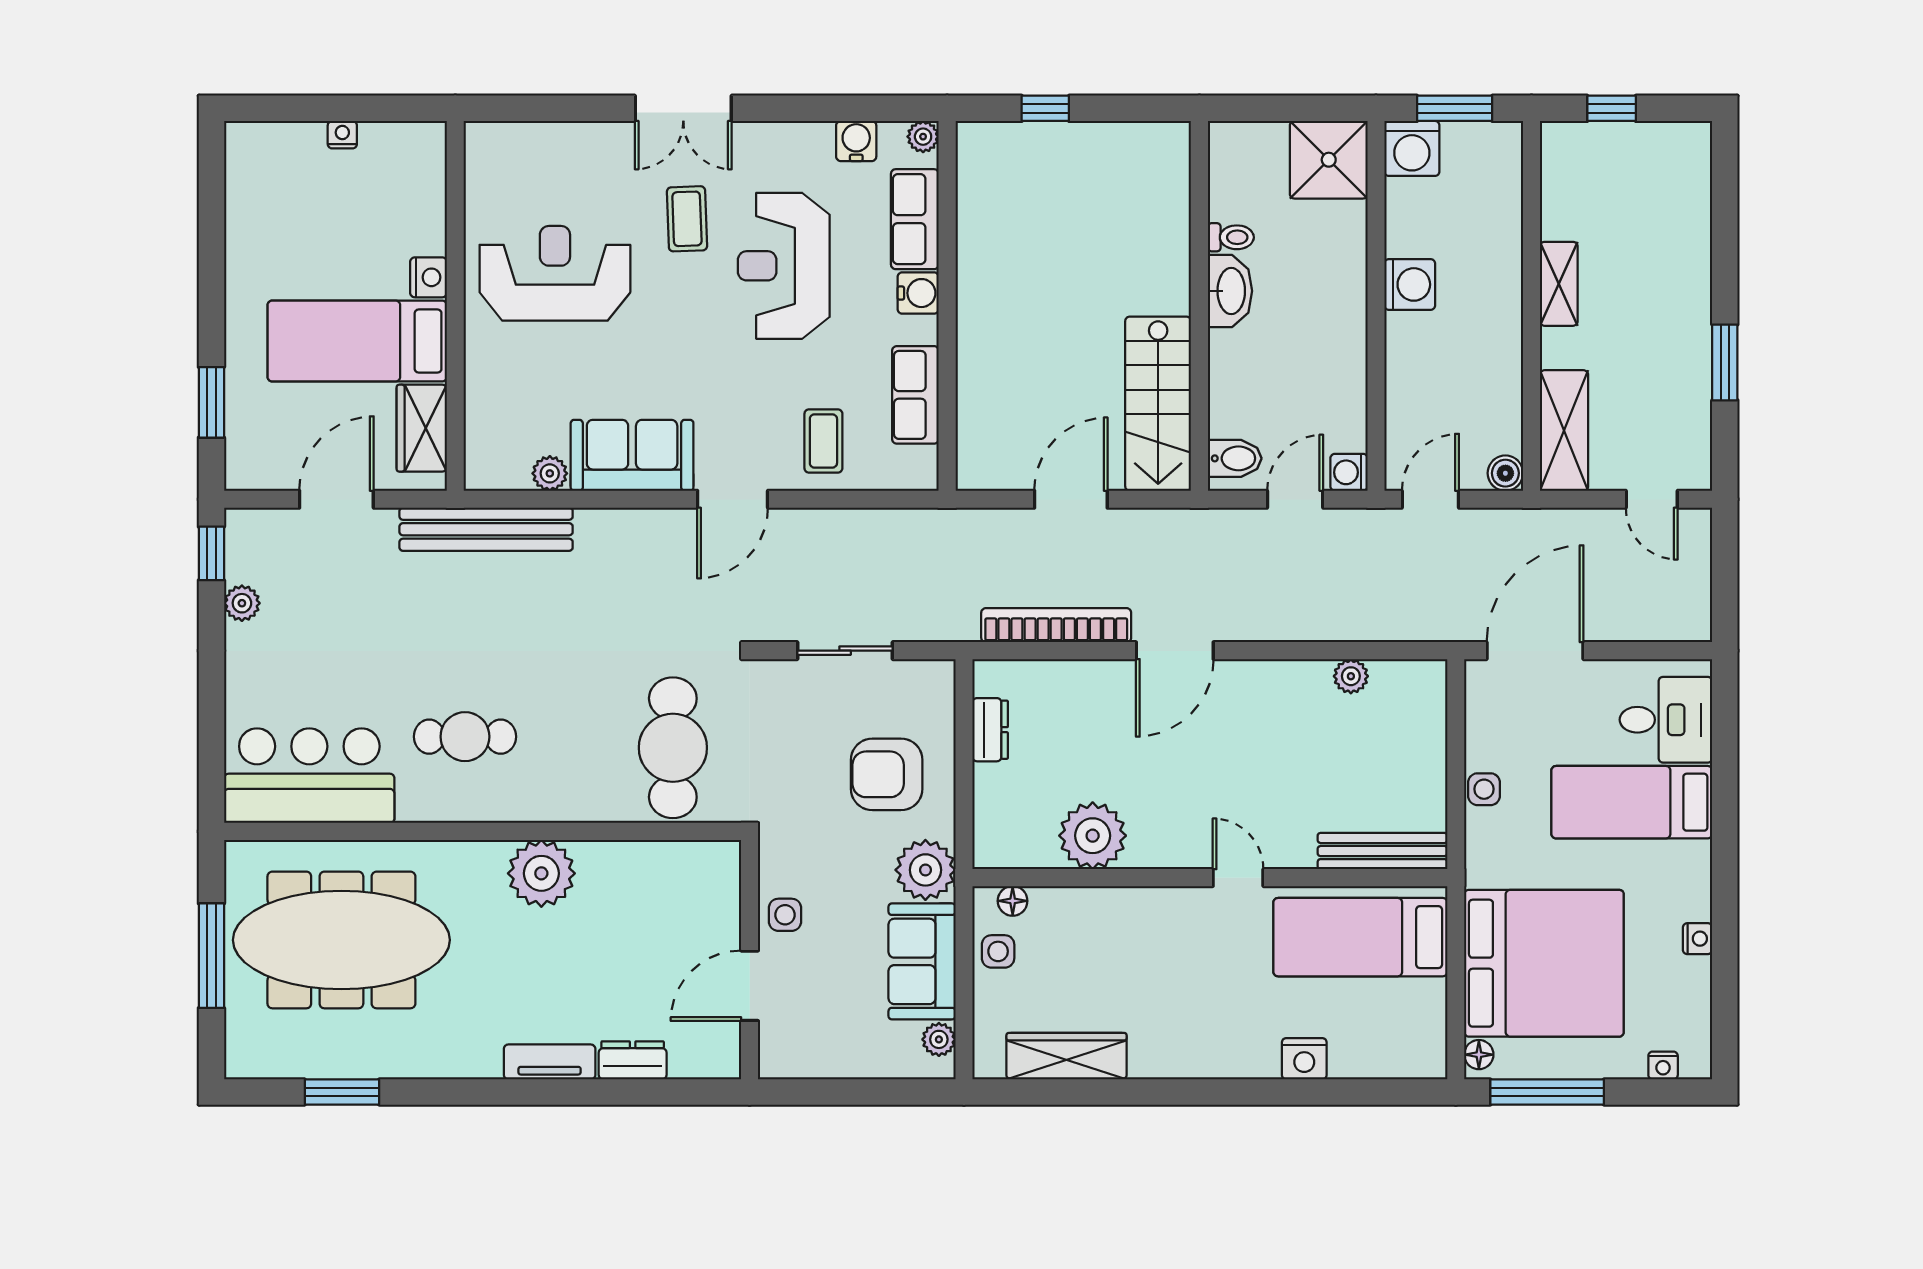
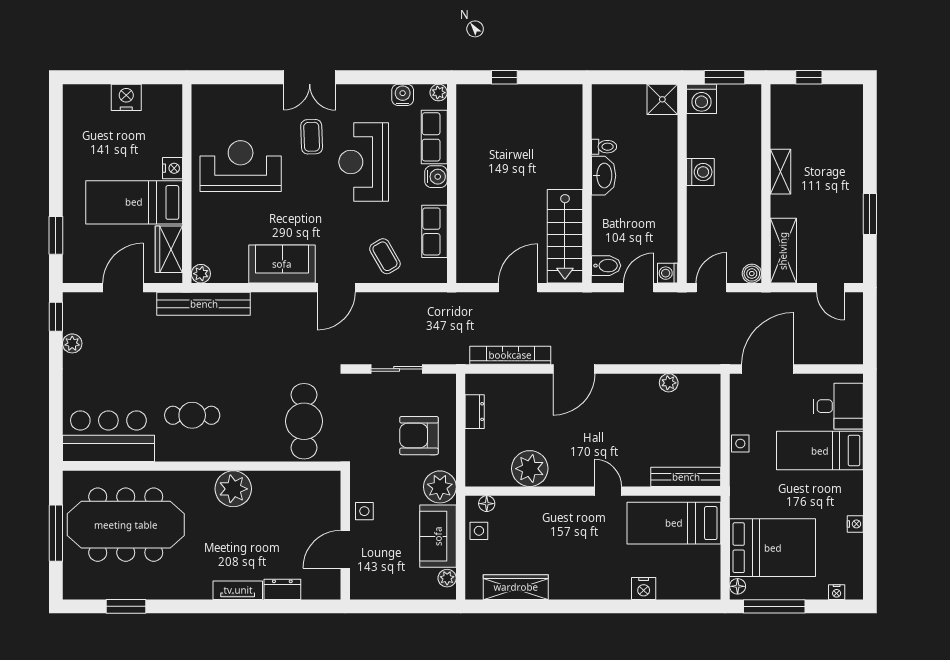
nightstand: (342, 135) -> (126, 97), width x1.89, depth x1.79
shower: (1329, 160) -> (662, 99), width x0.73, depth x0.73
coffee table: (823, 441) -> (385, 256), turned -30
plant: (550, 473) -> (201, 274), moved
bed: (1544, 963) -> (773, 548), width x0.73

